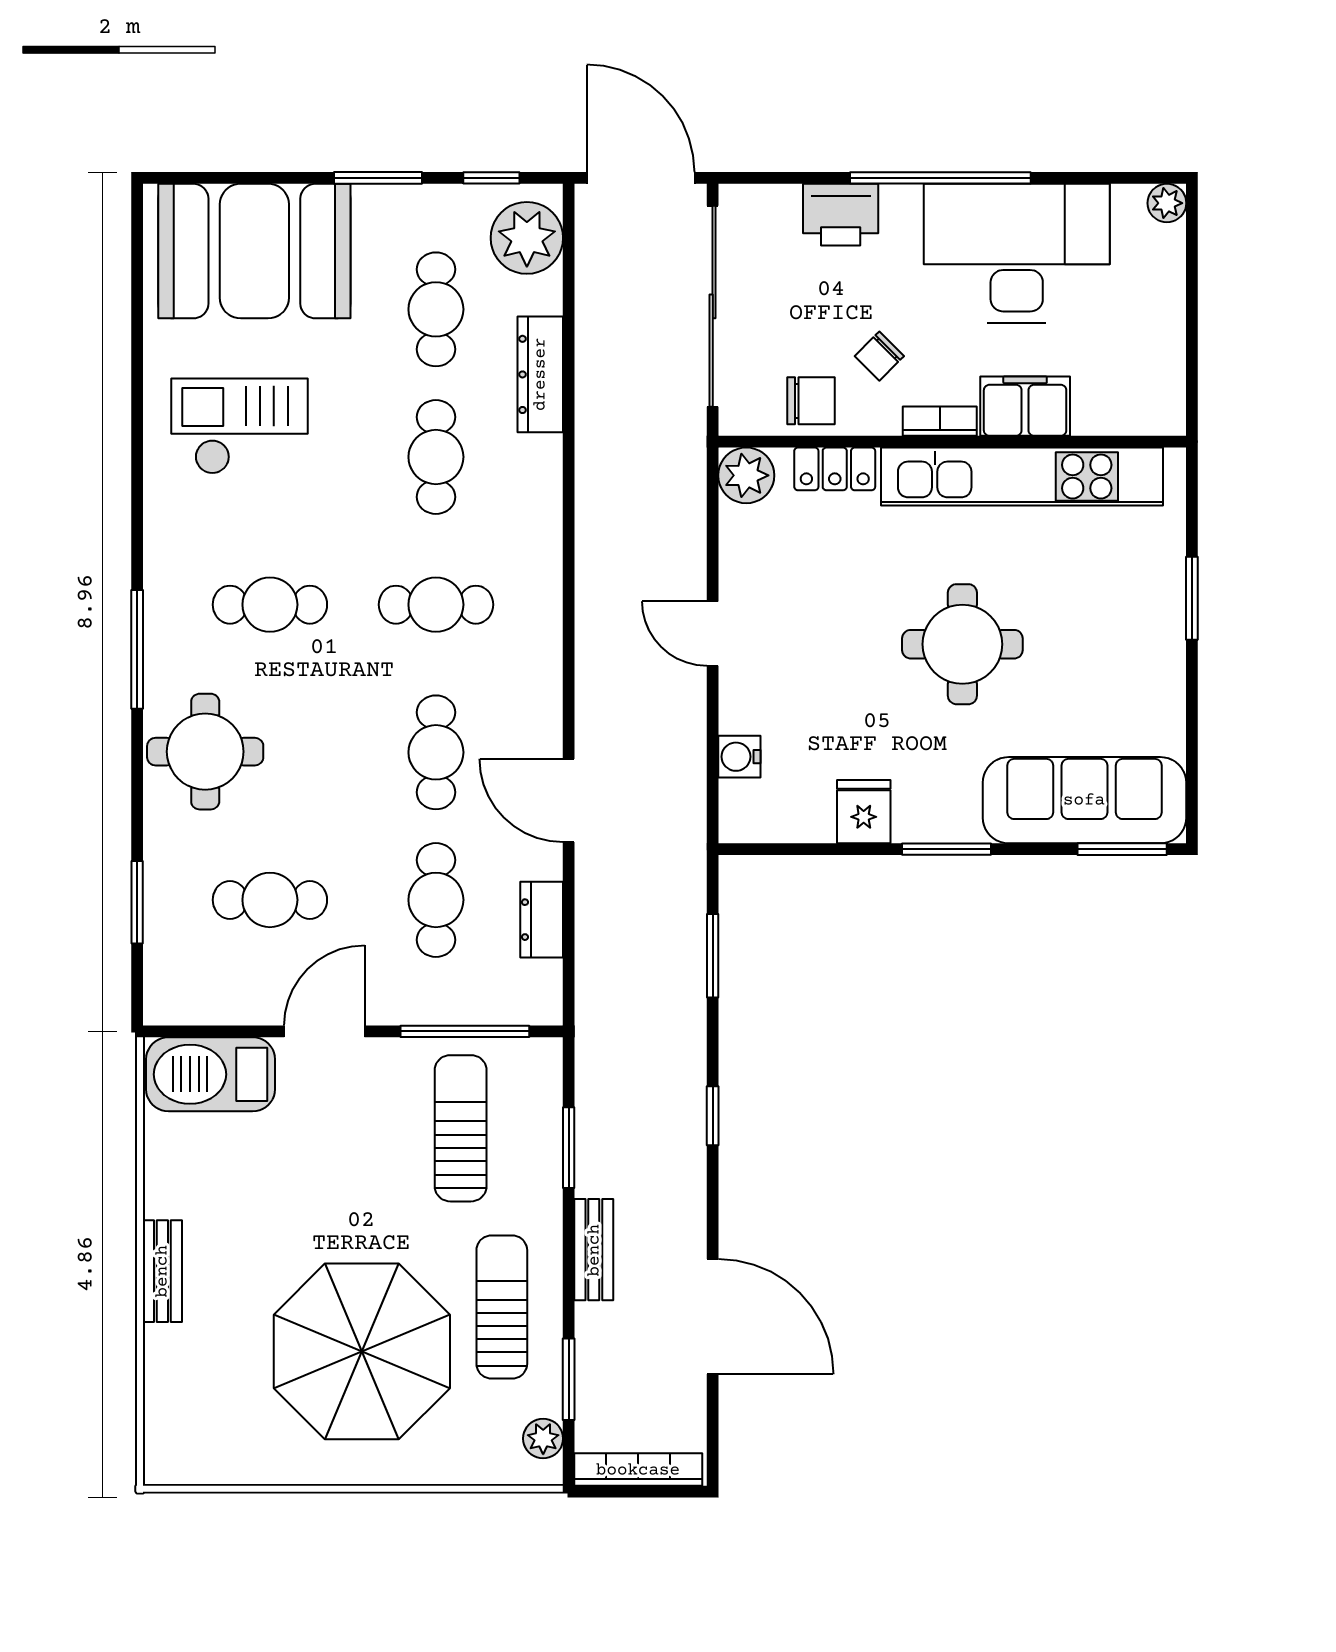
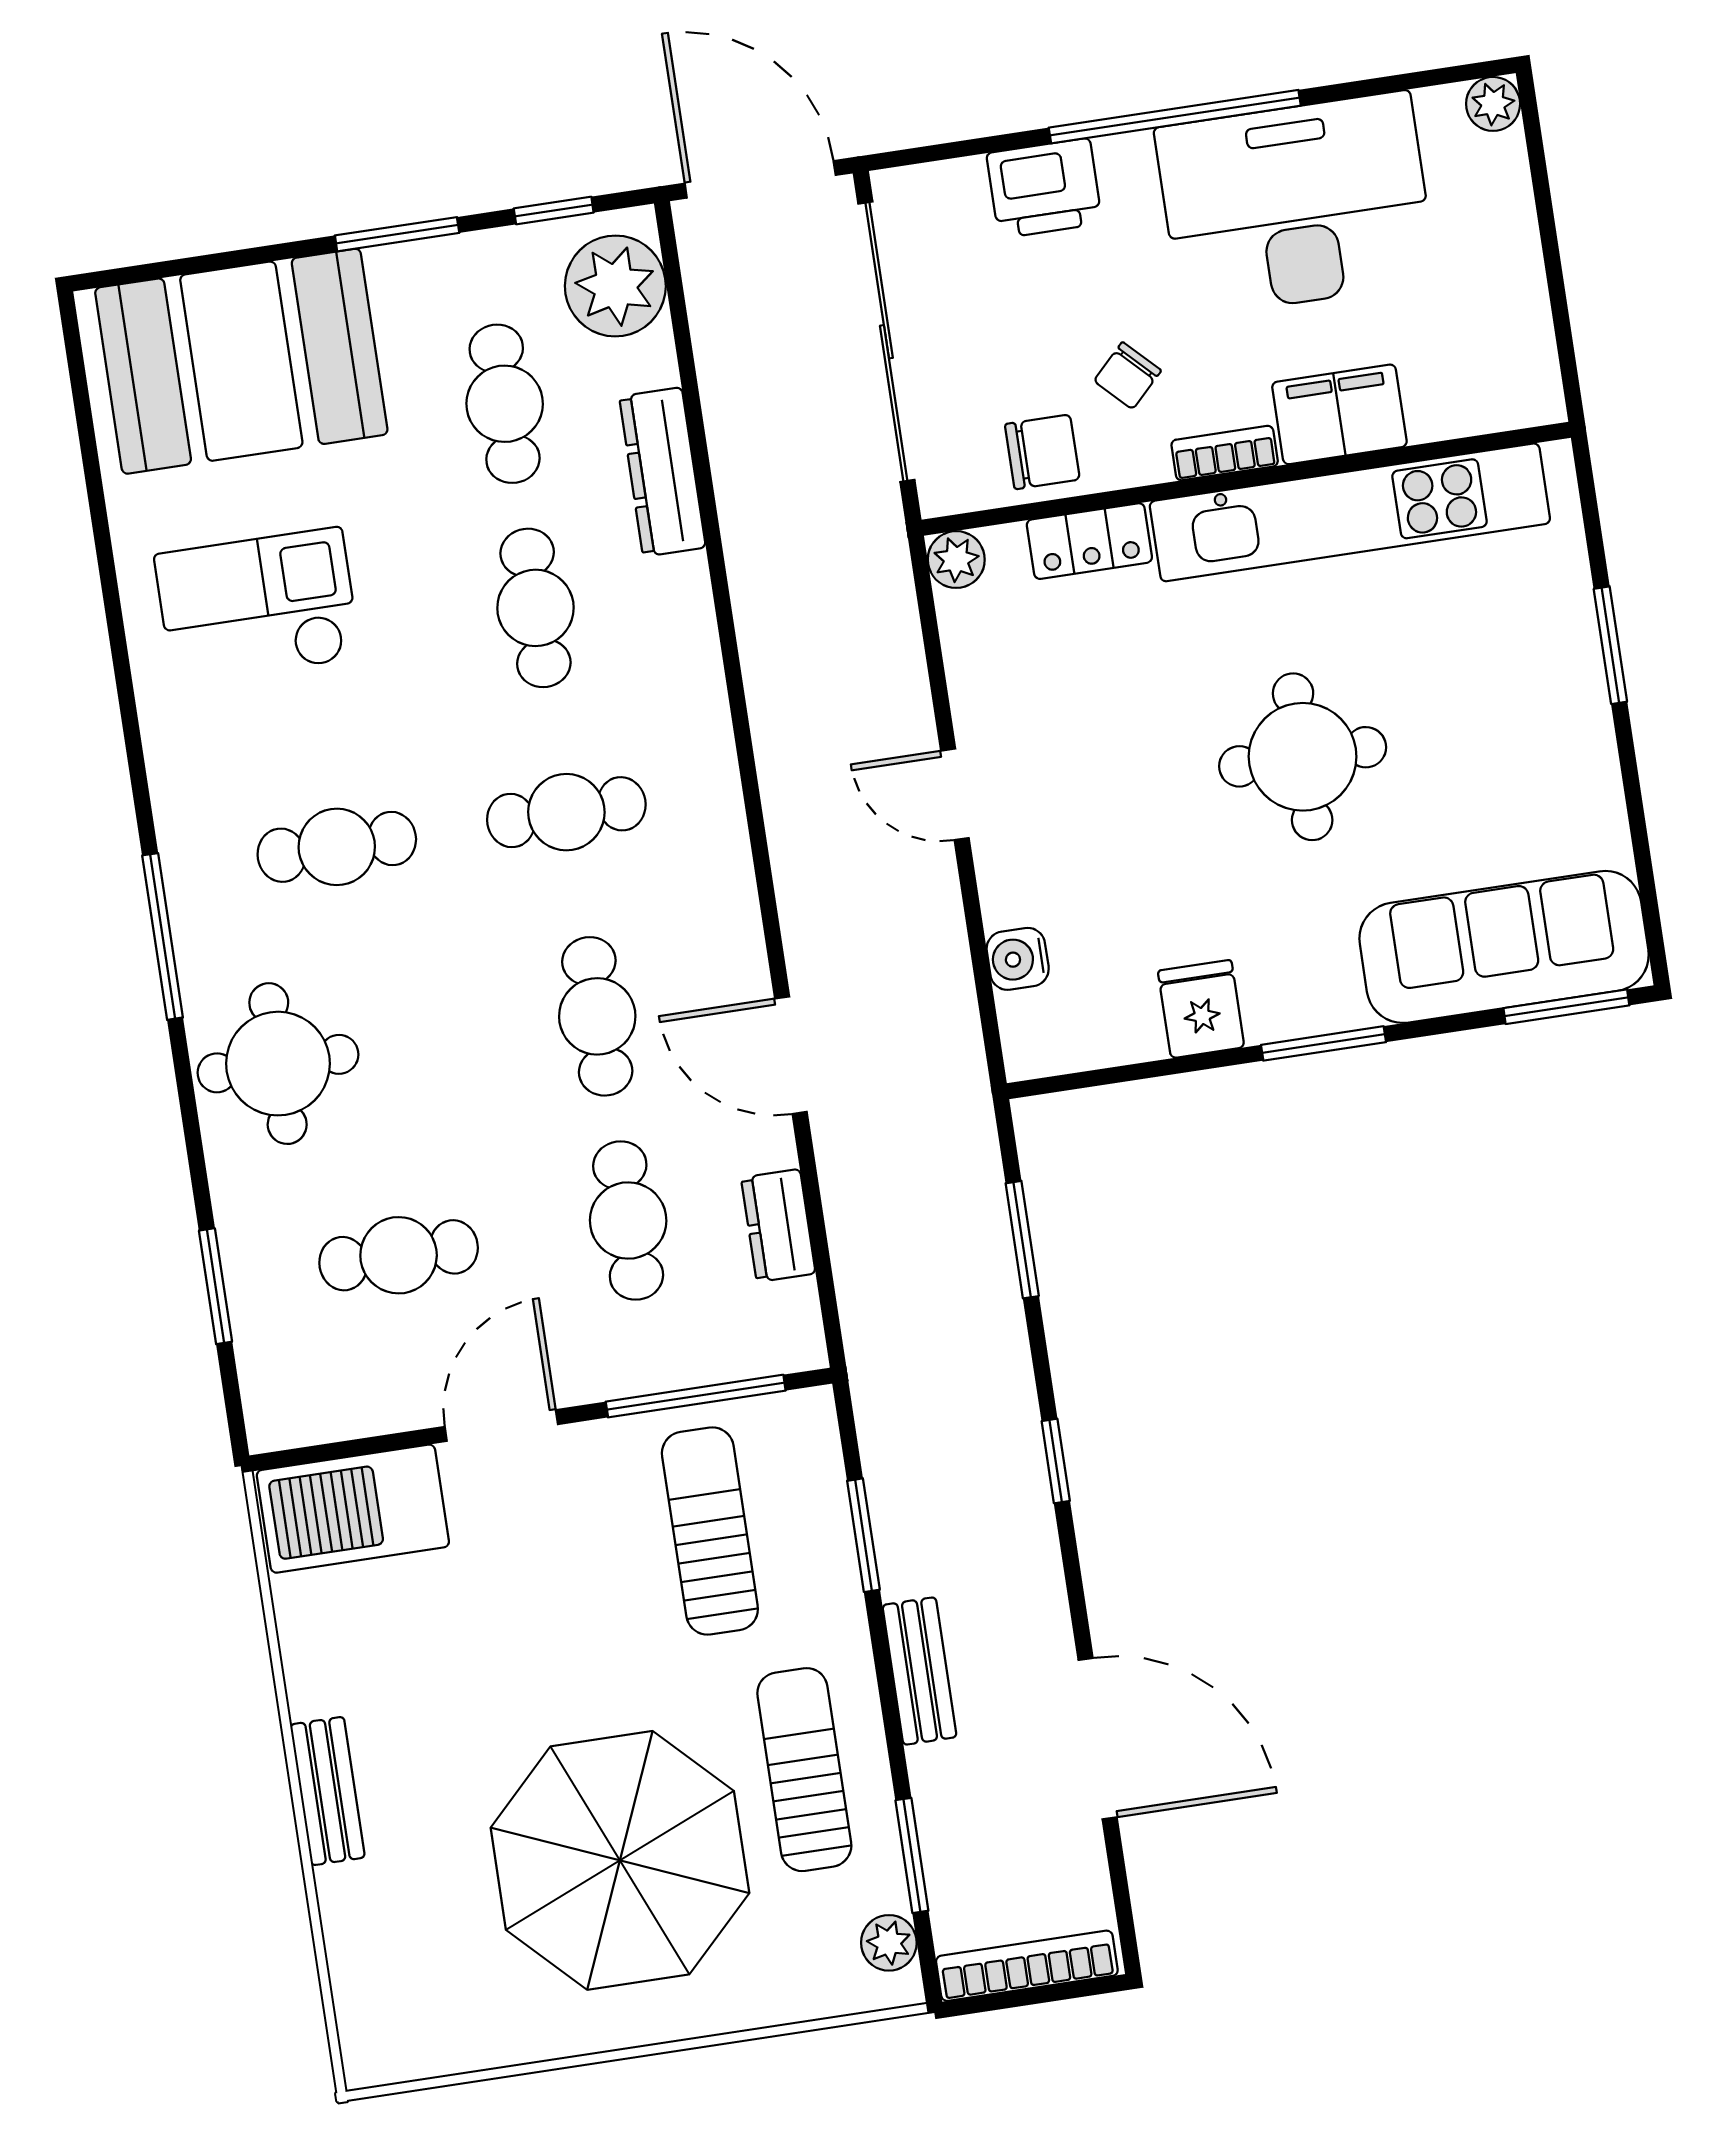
plant: (746, 475) -> (956, 560), width x0.73, depth x0.73

